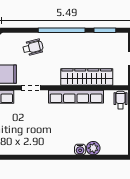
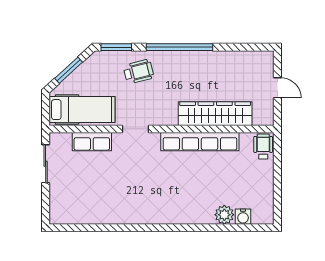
window: (105, 30) -> (116, 47), moved
water cooler: (80, 149) -> (243, 217), moved

